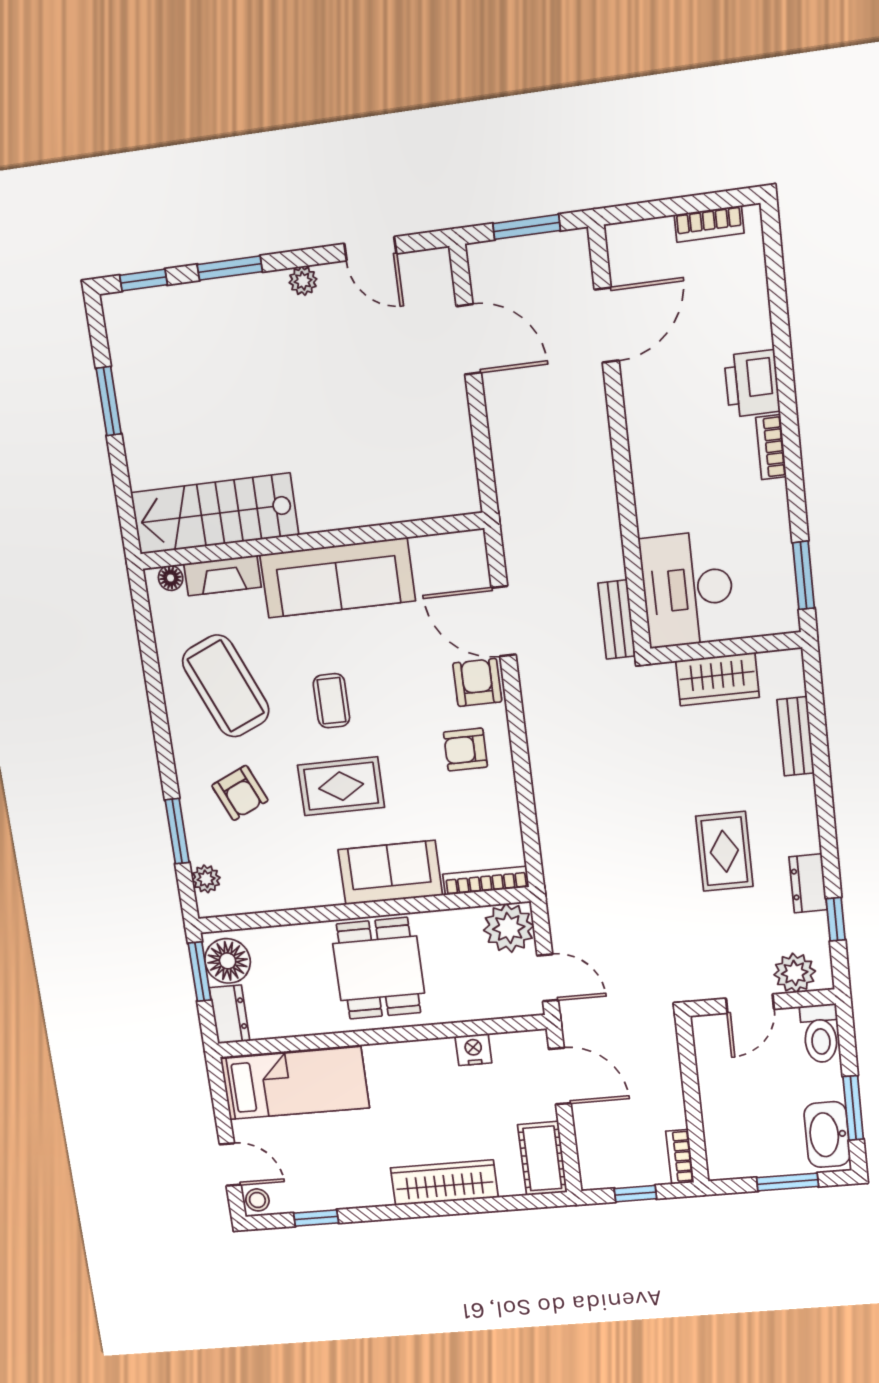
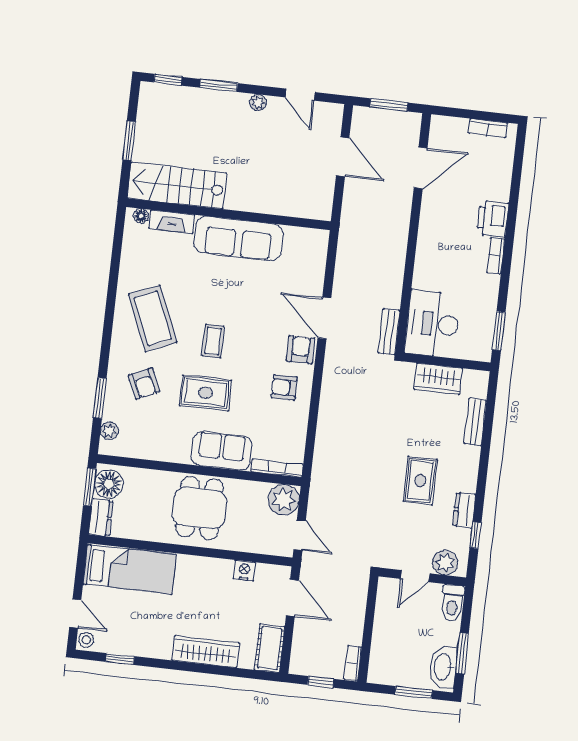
stairs: (215, 514) -> (177, 186), moved
wall: (311, 541) -> (228, 214), moved
fireplace: (222, 576) -> (172, 222), moved
floor lamp: (171, 578) -> (141, 216), moved
sofa: (338, 578) -> (239, 239), moved

